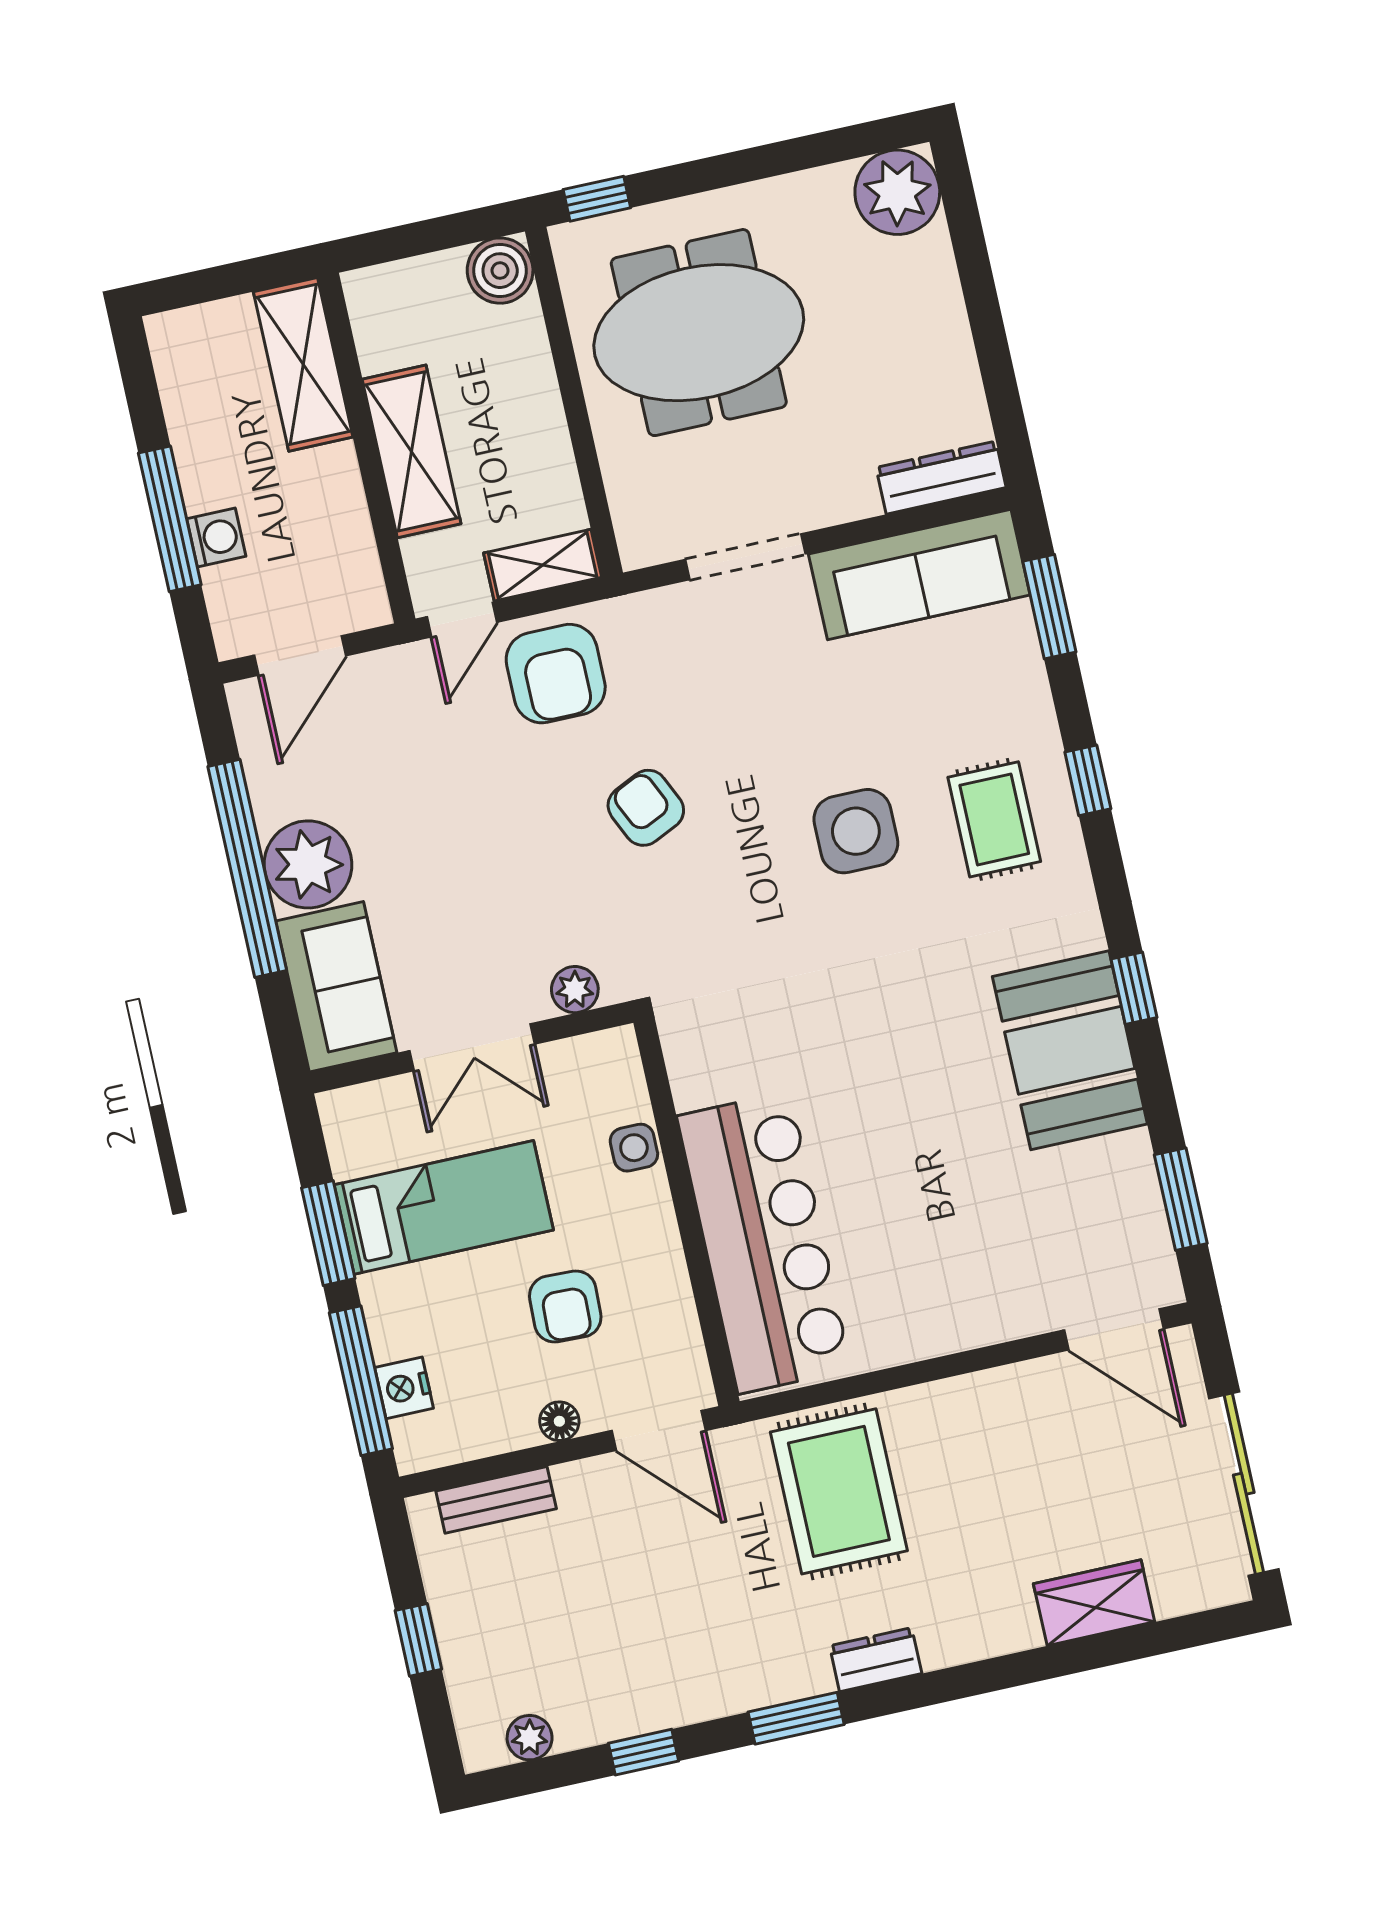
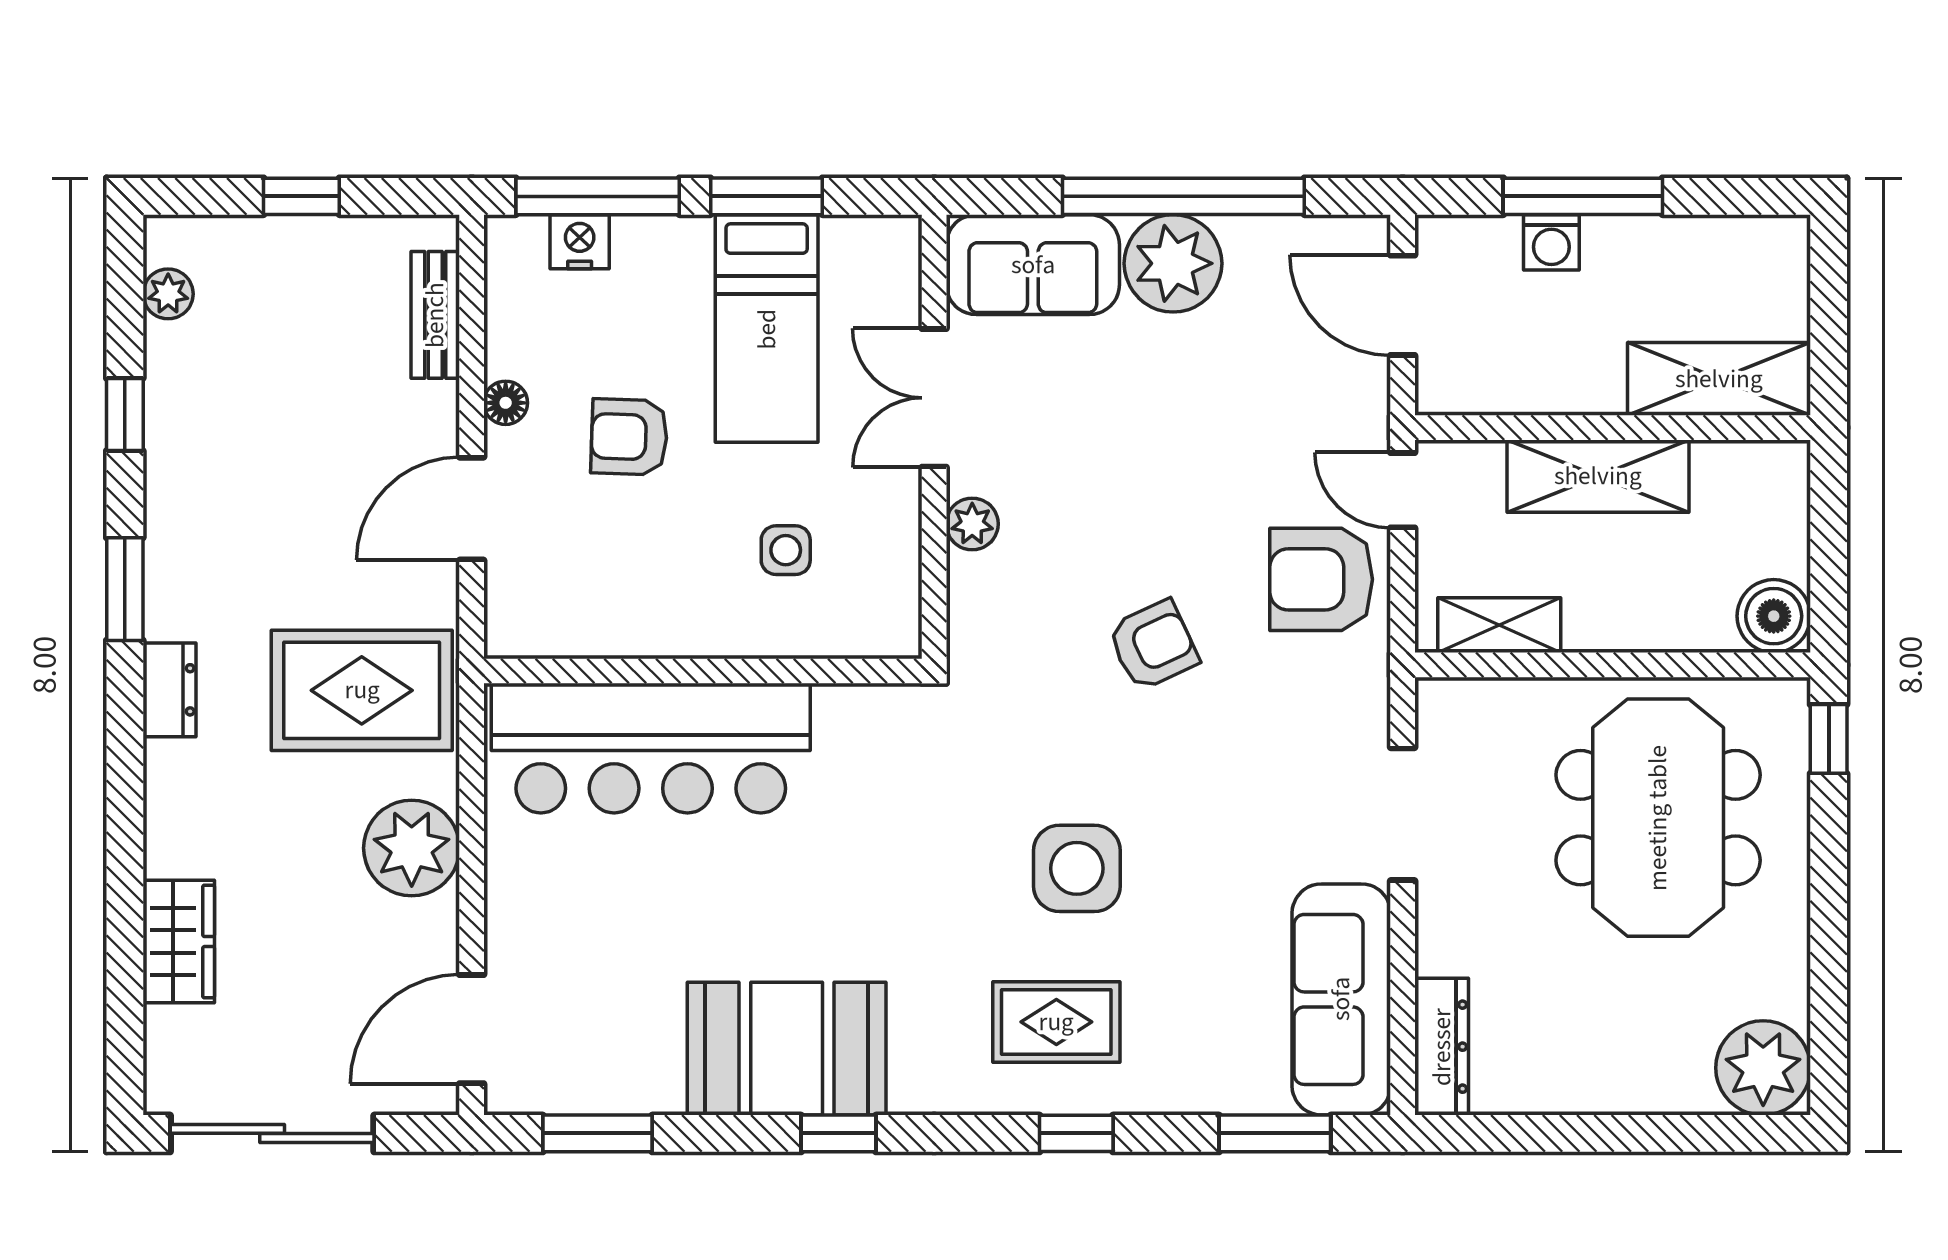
shelving: (543, 565) -> (1499, 625), moved, turned 90
wall: (687, 1212) -> (703, 671), moved
bar counter: (764, 1243) -> (651, 748), moved
plant: (967, 1417) -> (412, 848), added

